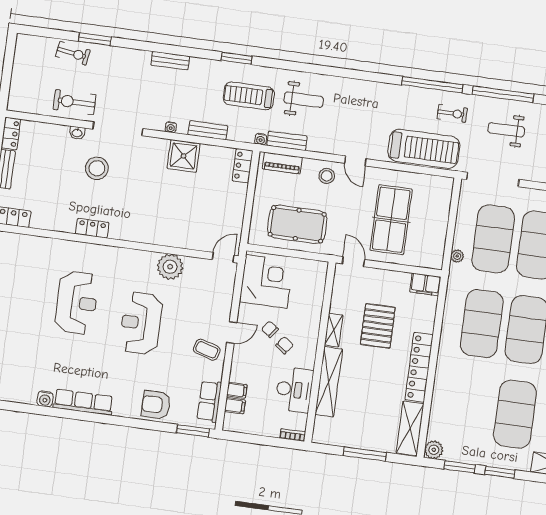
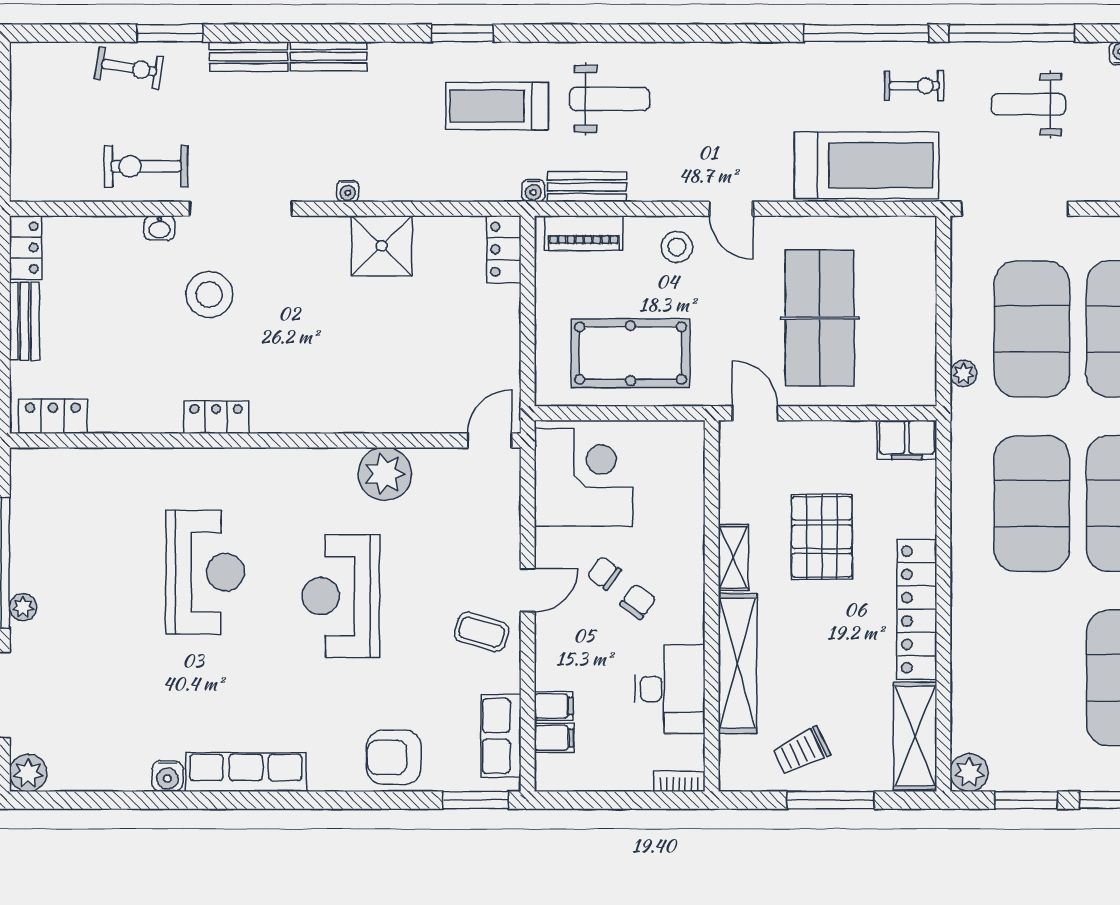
bench: (208, 130) -> (248, 57), moved
trolley: (354, 428) -> (801, 751), added

